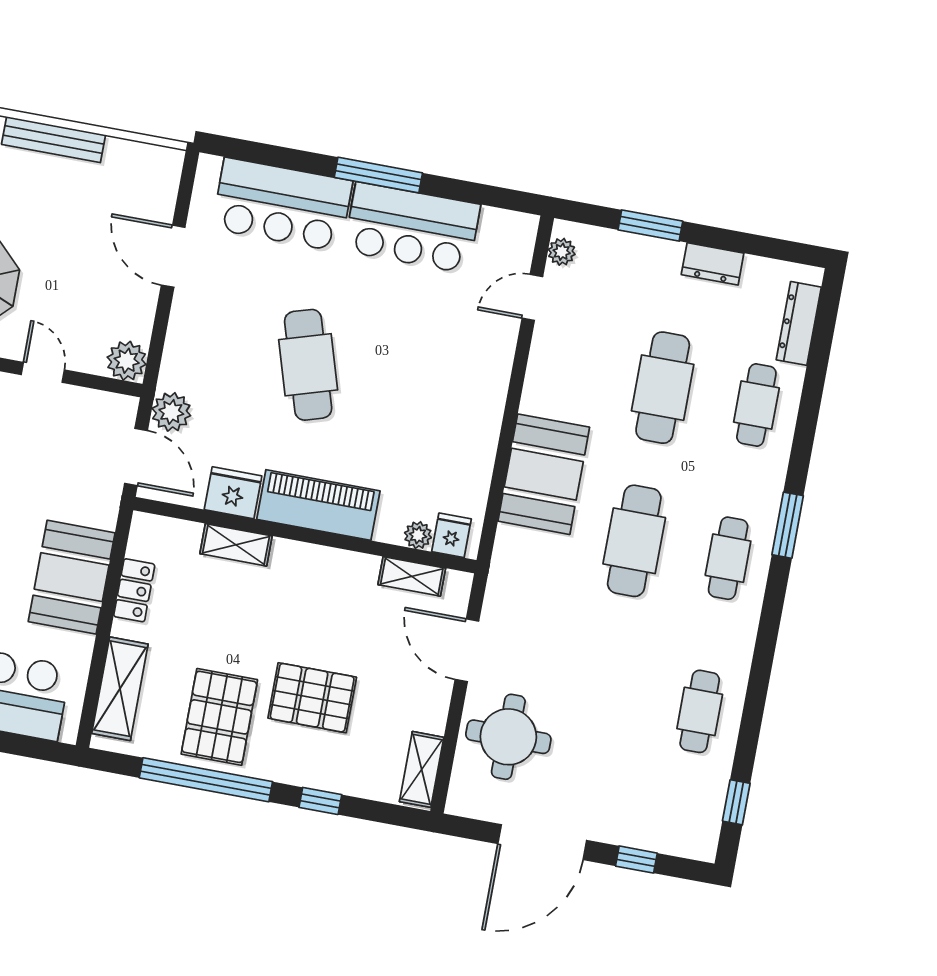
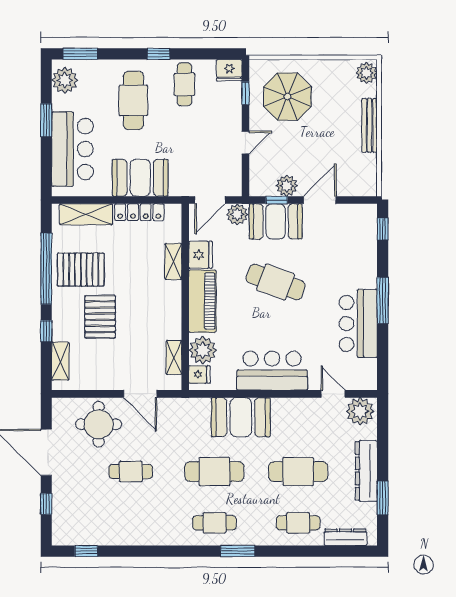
window: (247, 151) -> (383, 229), added
bar counter: (282, 205) -> (272, 371), moved, turned 90
window: (650, 226) -> (383, 498), moved
plant: (562, 252) -> (360, 411), width x1.87, depth x1.87
dresser: (713, 264) -> (366, 471), width x1.96, depth x1.24
window: (159, 335) -> (277, 200), added
booth: (197, 344) -> (276, 221), added
plant: (127, 361) -> (287, 186), moved
cafe table: (308, 365) -> (276, 282), turned 37
plant: (418, 535) -> (203, 350), width x1.88, depth x1.88
locker: (134, 590) -> (139, 212), width x1.53
door: (467, 650) -> (140, 394), swing flipped
cafe table: (700, 711) -> (131, 472), moved
shelving: (422, 769) -> (60, 361), moved, turned 90

